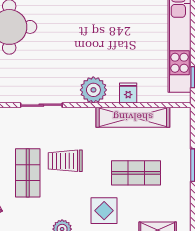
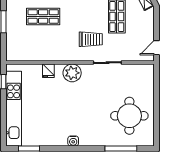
shelving: (133, 117) -> (45, 54), removed
trolley: (65, 161) -> (91, 39), moved

